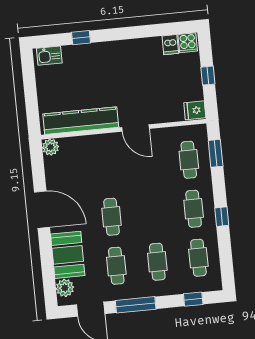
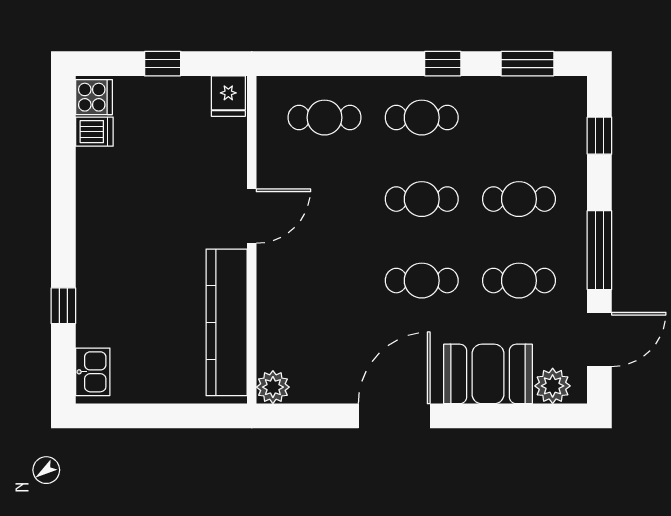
window: (216, 153) -> (527, 64), moved
cafe table: (198, 258) -> (422, 199), moved

